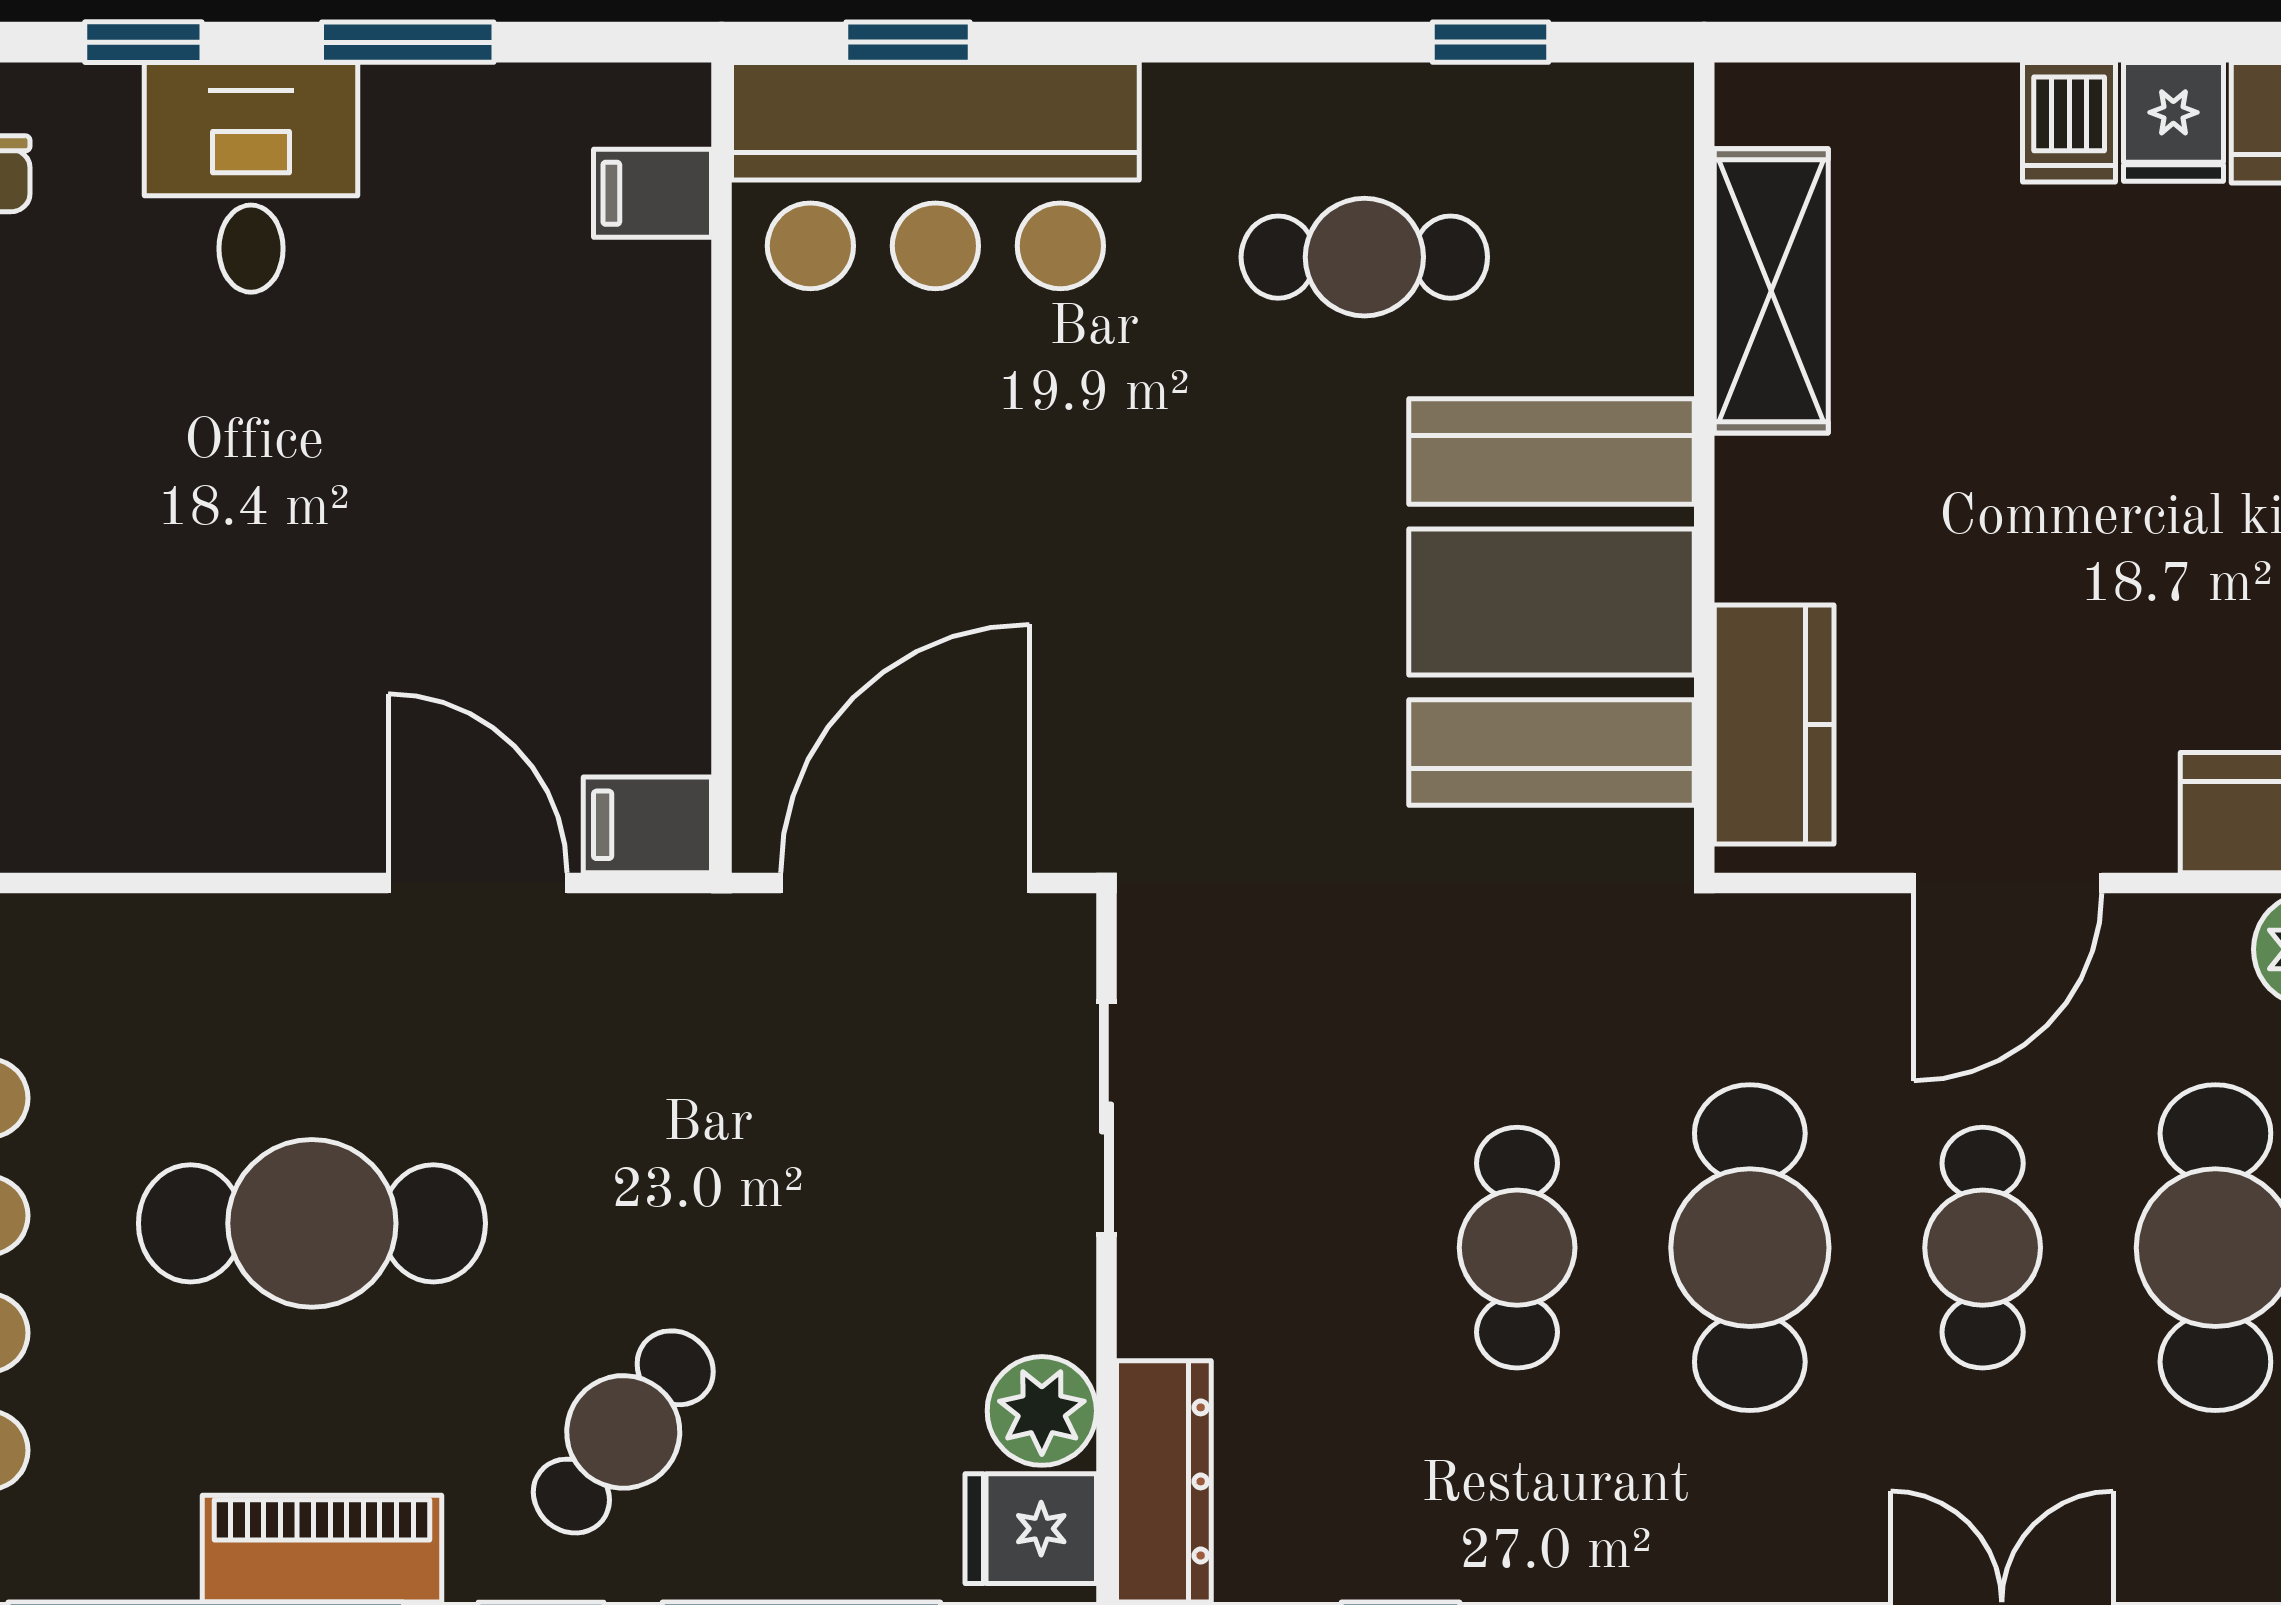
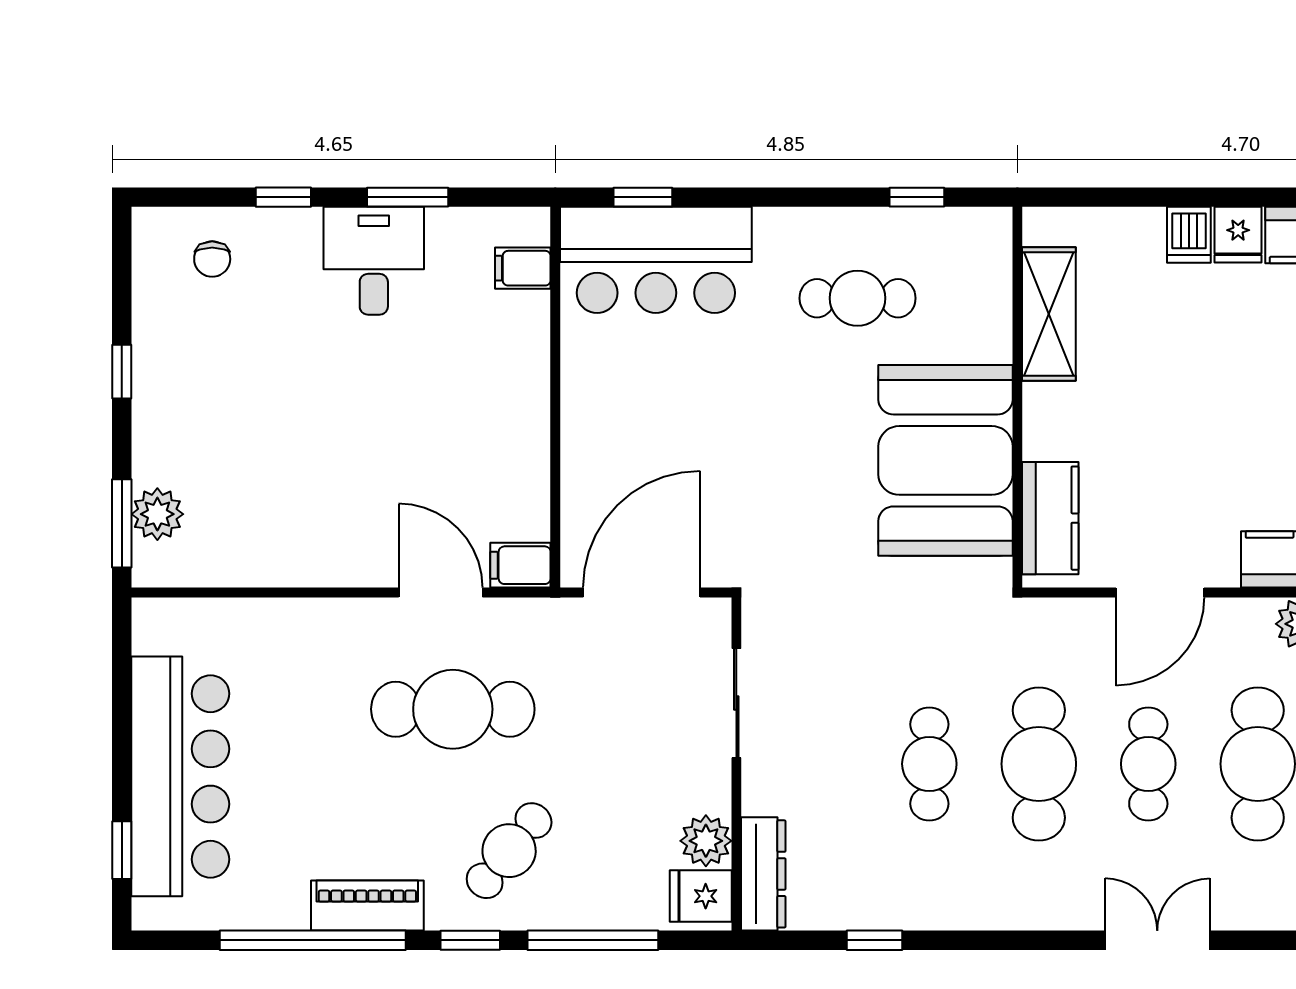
desk: (251, 177) -> (374, 261), moved
cafe table: (312, 1223) -> (453, 709), moved

